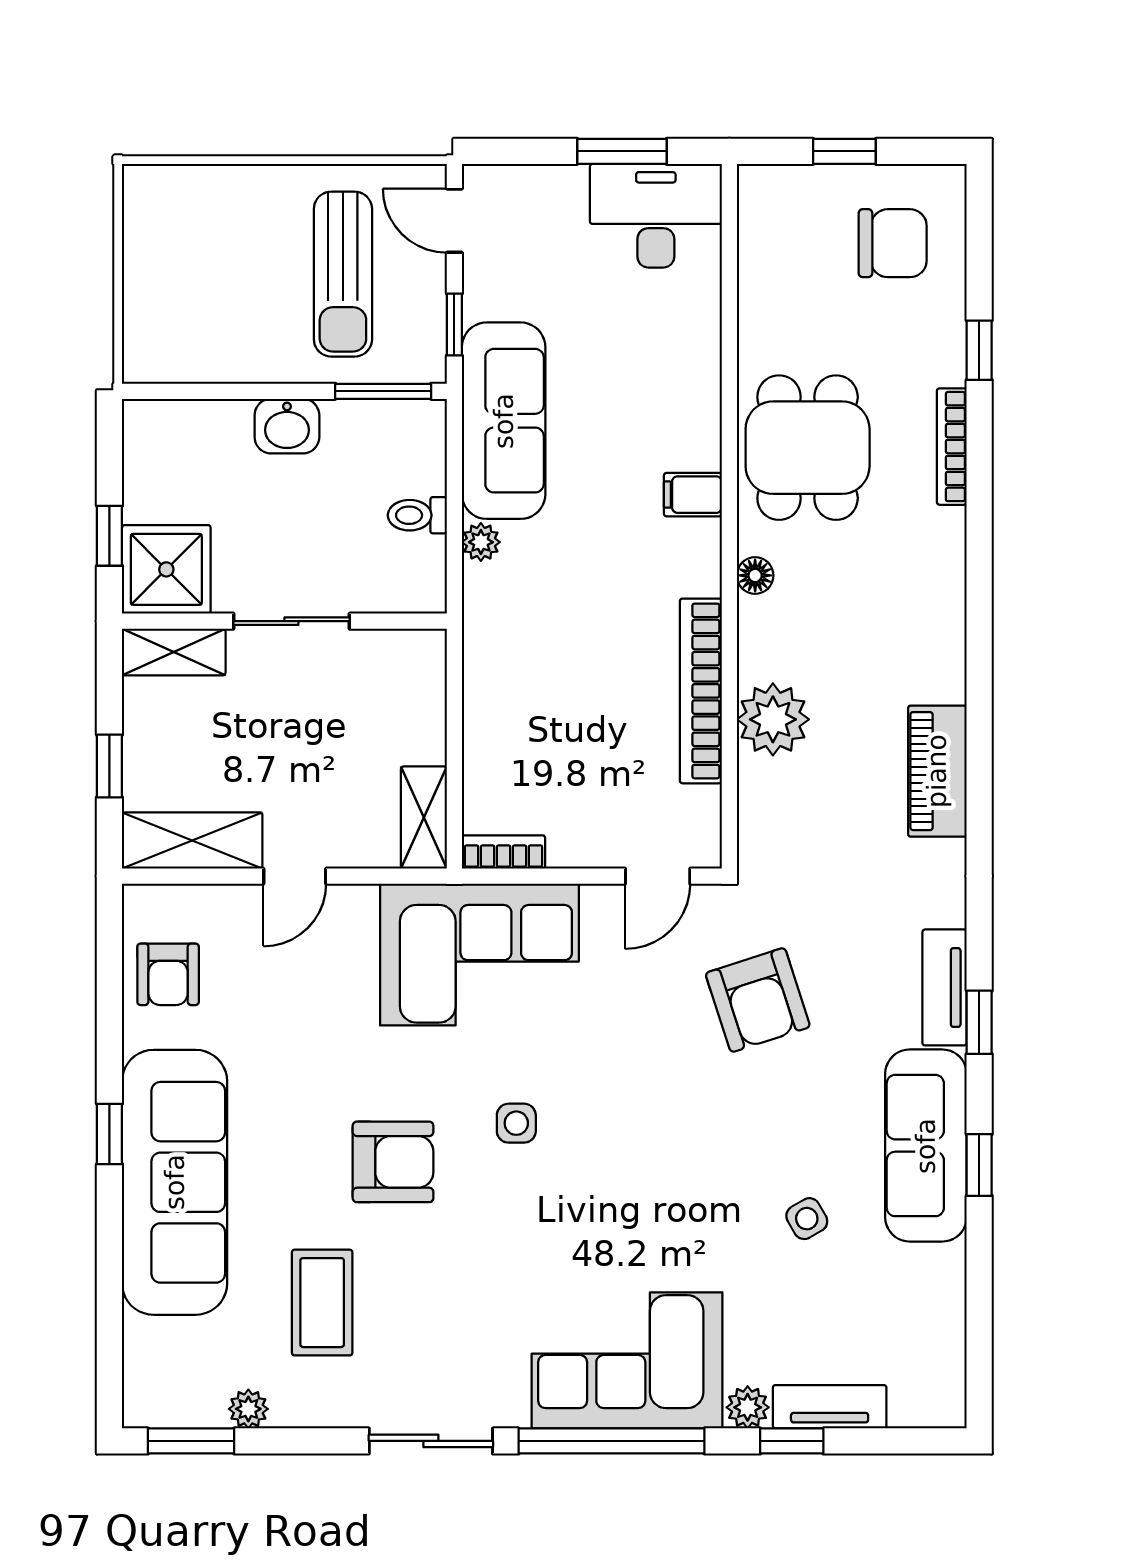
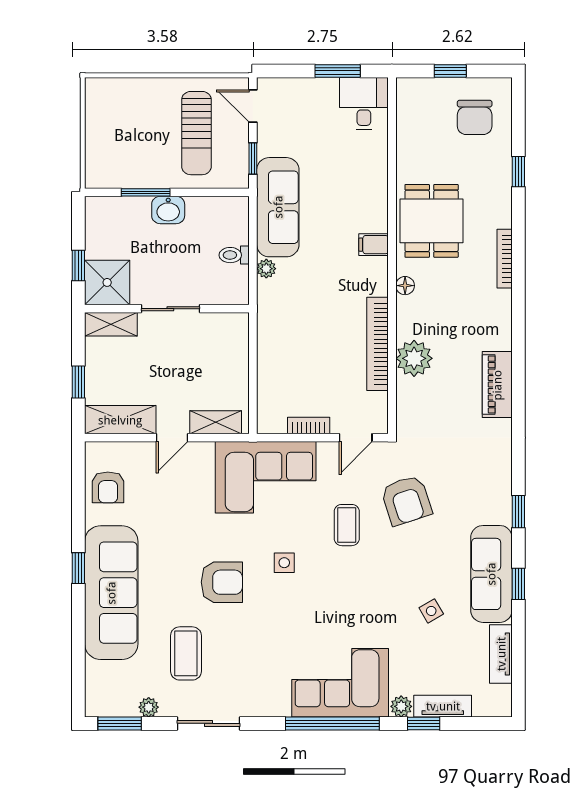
desk: (656, 216) -> (364, 104), width x0.73
chair: (893, 243) -> (475, 117), turned 90
window: (383, 391) -> (146, 192), moved
bookcase: (952, 447) -> (505, 259), moved
shelving: (424, 818) -> (216, 422), moved, turned 90
bookcase: (504, 852) -> (309, 425), moved
tv unit: (945, 987) -> (501, 654), moved
coffee table: (640, 1049) -> (347, 525), added
sliding door: (431, 1441) -> (209, 723), moved

